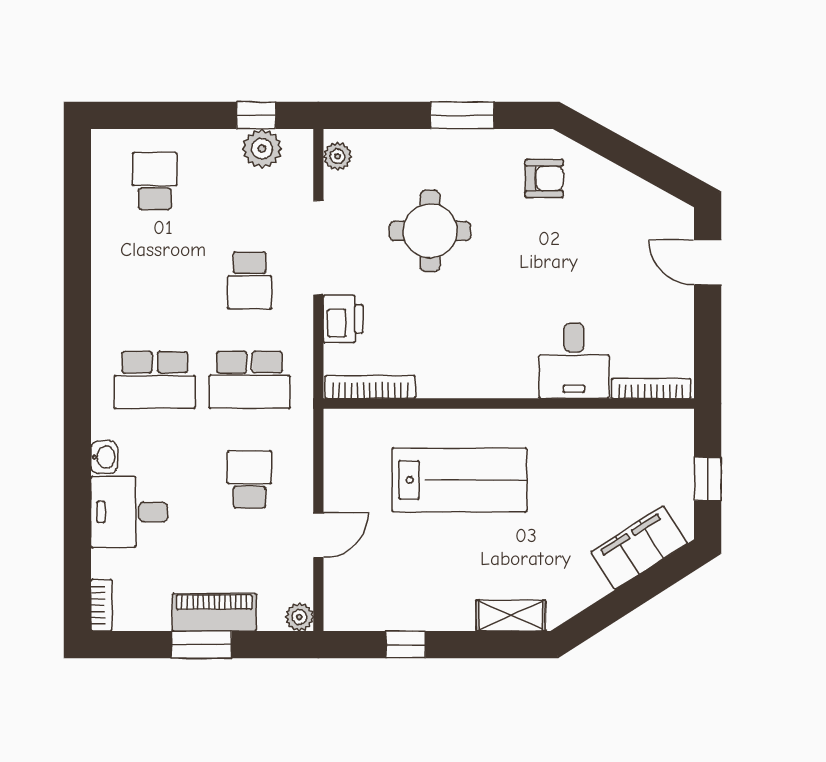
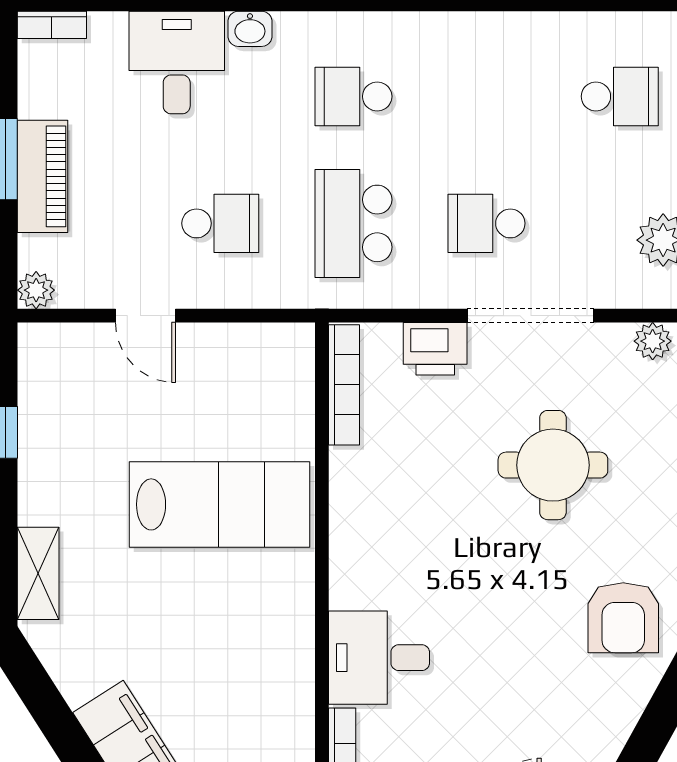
armchair: (544, 178) -> (623, 618), width x1.38, depth x1.38
school desk: (155, 380) -> (353, 96), width x0.54
lab bench: (459, 480) -> (220, 504), turned -90

